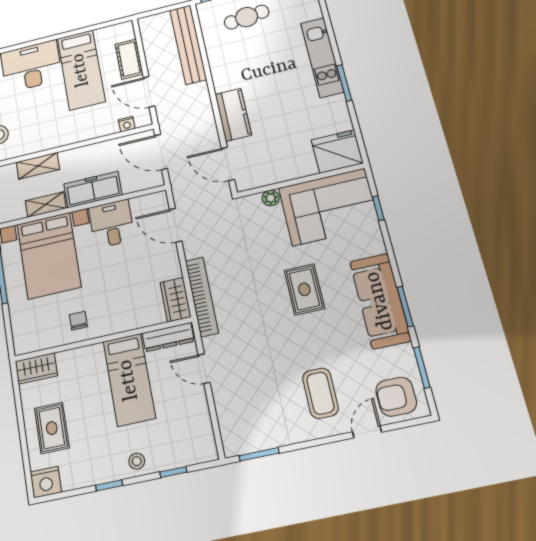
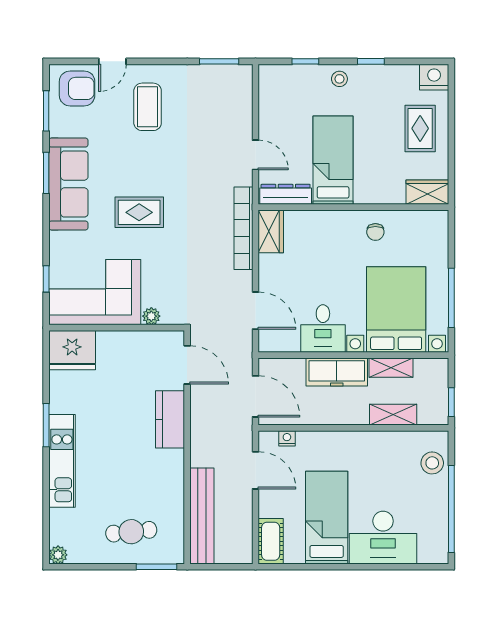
cot: (129, 59) -> (271, 541), moved
rug: (304, 289) -> (139, 212), turned 90

